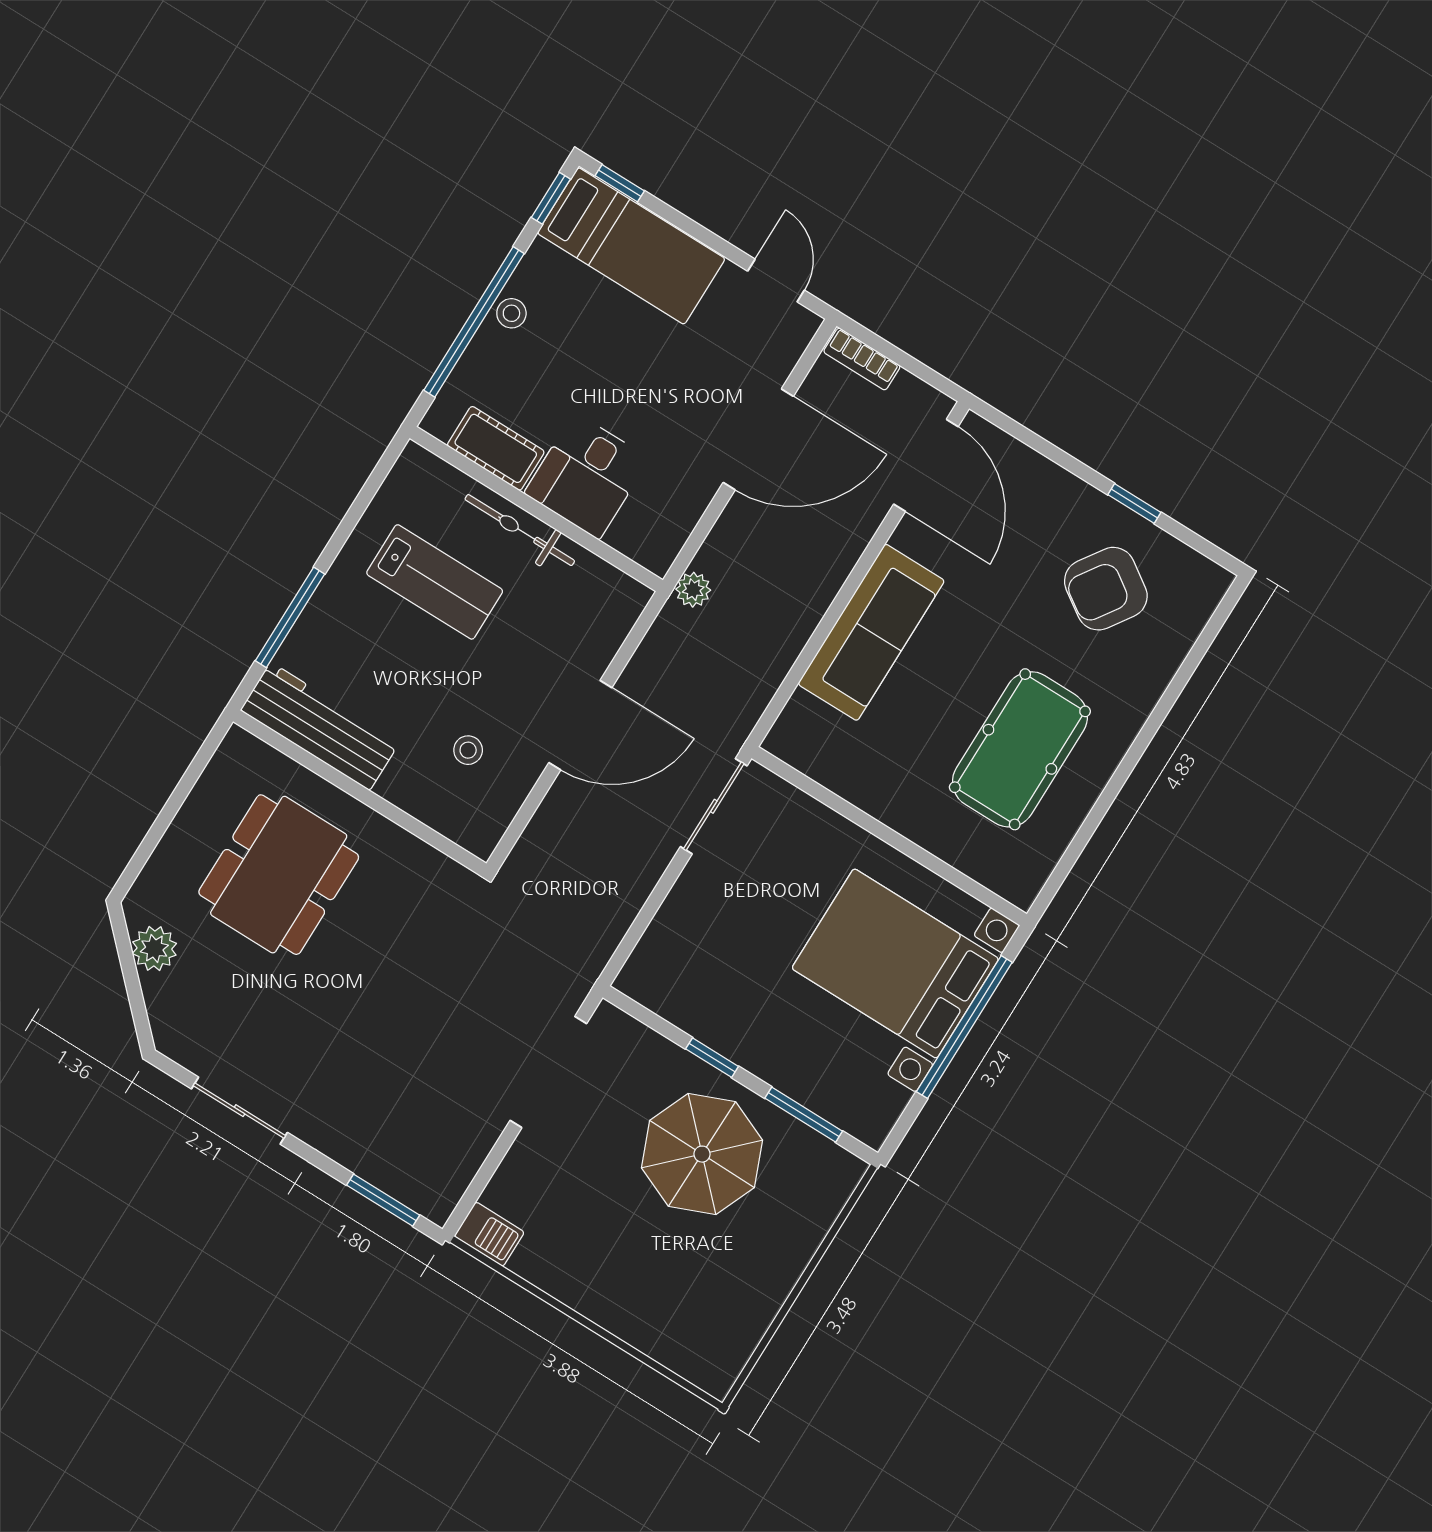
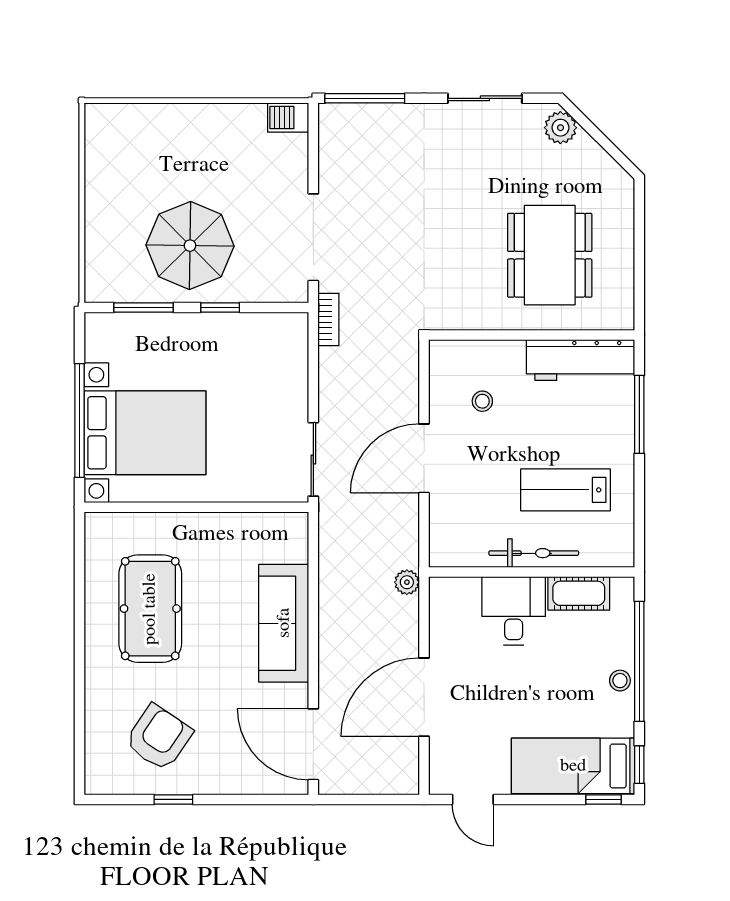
bookcase: (862, 359) -> (328, 320), moved, turned 90
plant: (154, 948) -> (560, 128), moved
window: (383, 1200) -> (365, 98), width x1.44

